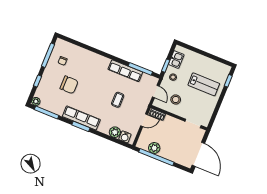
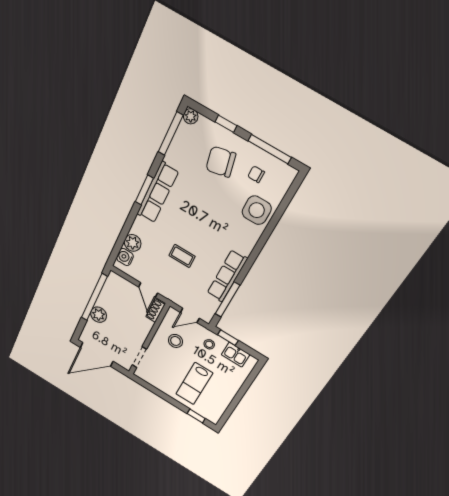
side table: (83, 58) -> (257, 210), added
chair: (69, 85) -> (221, 162), moved, turned 78
plant: (154, 148) -> (99, 315), moved

